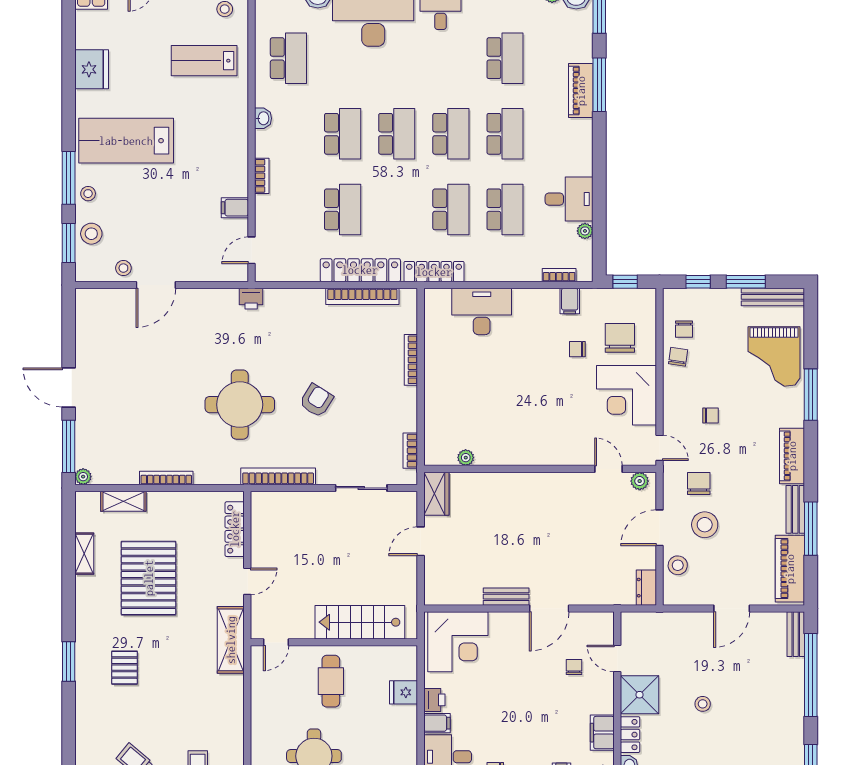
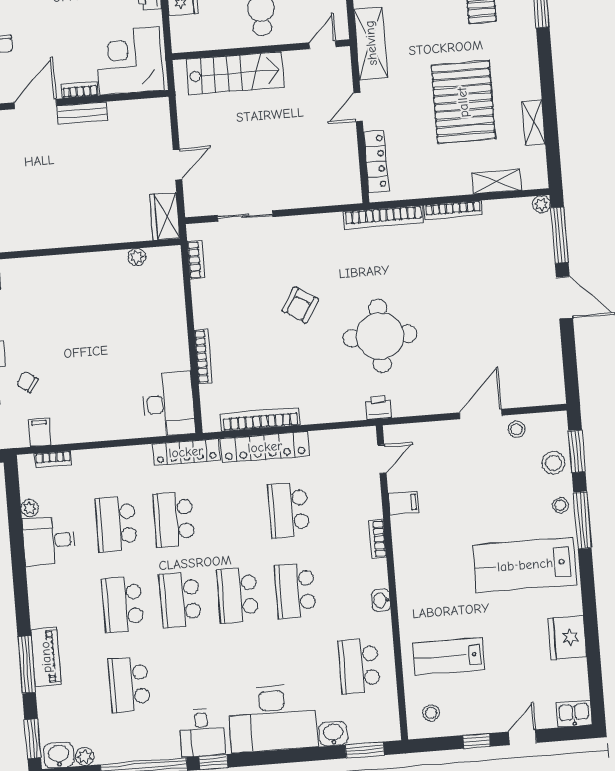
lab bench: (204, 61) -> (449, 656), turned 180
lab bench: (126, 141) -> (525, 565), turned 180
desk: (482, 311) -> (168, 404), moved, turned -90
chair: (577, 349) -> (27, 382), turned -145
round table: (240, 405) -> (380, 336), moved
bookcase: (278, 476) -> (383, 217), moved
bookcase: (506, 618) -> (80, 90), added

